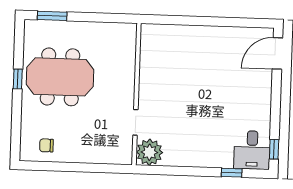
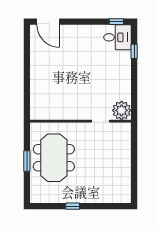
window: (52, 16) -> (27, 161), moved
meeting table: (60, 77) -> (54, 158), moved
chair: (46, 145) -> (119, 184), removed

